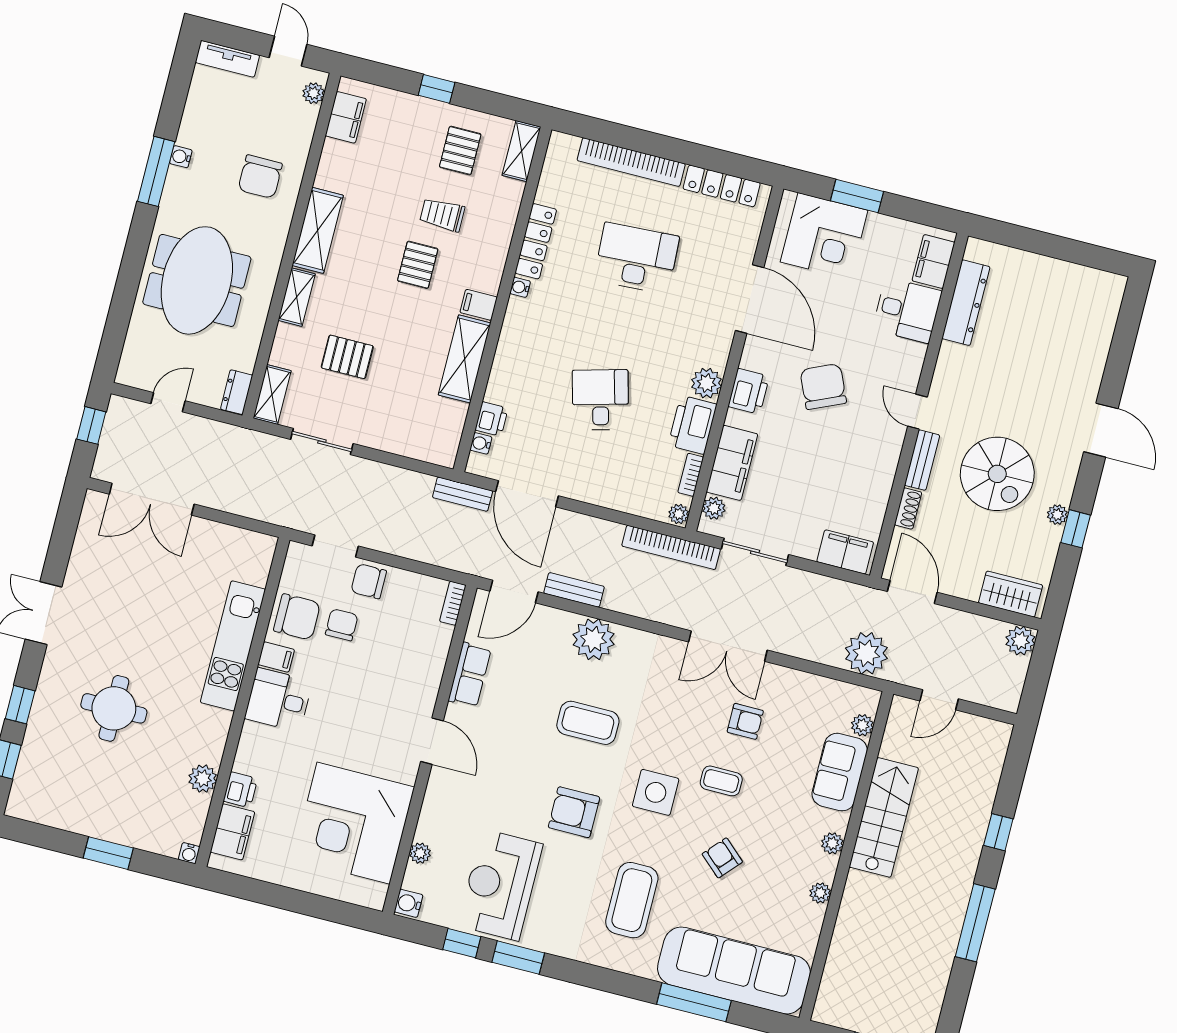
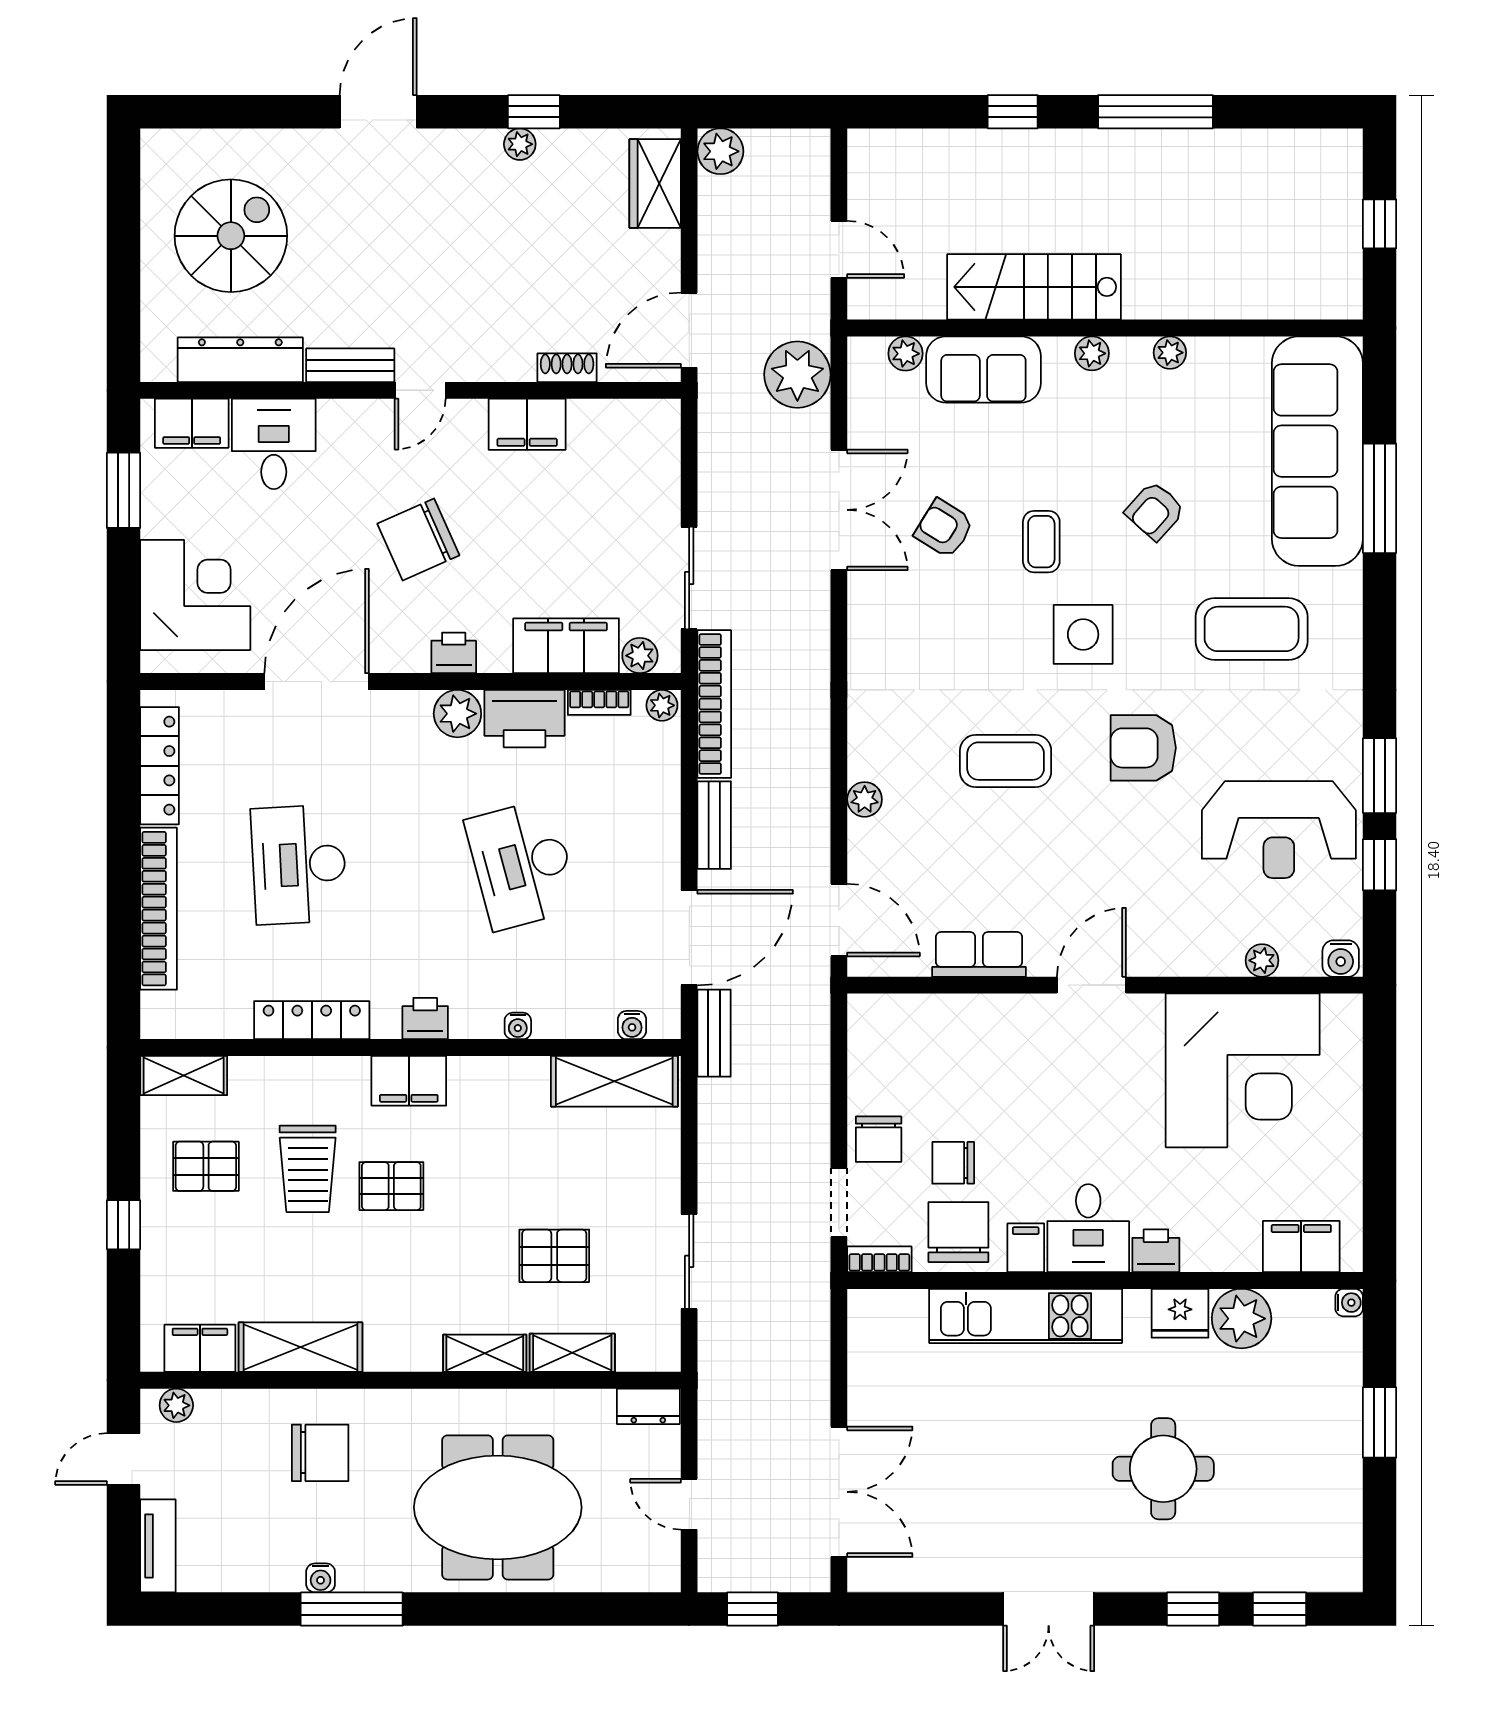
window: (857, 196) -> (124, 490), moved
trolley: (442, 215) -> (308, 1169), width x1.36, depth x1.39
shelving: (318, 230) -> (300, 1347), moved
water cooler: (520, 287) -> (518, 1026), moved
filing cabinet: (479, 305) -> (409, 1081), width x2.00
pallet: (347, 357) -> (554, 1256), turned 90
shelving: (465, 359) -> (614, 1081), moved
printer: (749, 391) -> (454, 653), width x0.73, depth x0.81
shelving: (272, 394) -> (572, 1353), moved
desk: (600, 400) -> (522, 865), width x1.37
printer: (492, 419) -> (425, 1019), moved
bench: (922, 460) -> (350, 365), moved
spiral stairs: (997, 474) -> (231, 236), moved
filing cabinet: (845, 552) -> (527, 424), moved, turned -90
bench: (574, 590) -> (714, 825), moved
bookcase: (453, 603) -> (879, 1259), moved, turned 180
plant: (594, 639) -> (865, 799), width x0.53, depth x0.53
double door: (728, 646) -> (839, 510), moved
armchair: (745, 721) -> (944, 528), turned -58
coffee table: (588, 723) -> (1006, 761), turned 90
fridge: (210, 744) -> (1180, 1313), added
plant: (203, 779) -> (1242, 1319), width x1.36, depth x1.36
printer: (240, 790) -> (1156, 1251), moved
armchair: (574, 812) -> (1143, 748), turned 90

